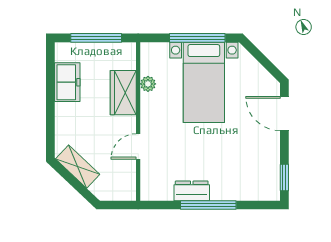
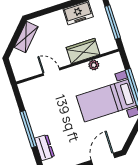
dresser: (192, 191) -> (44, 147), moved

